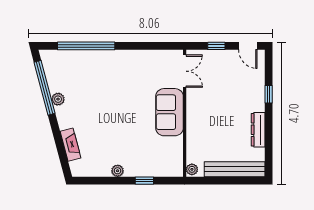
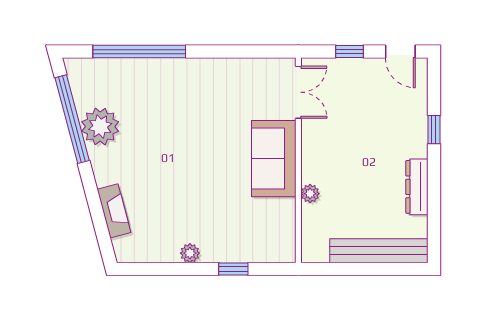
plant: (58, 99) -> (100, 126), width x1.87, depth x1.87
plant: (192, 169) -> (310, 194), moved

